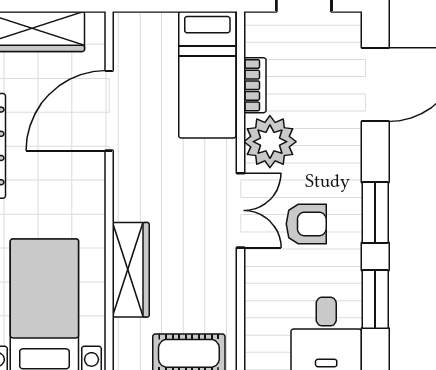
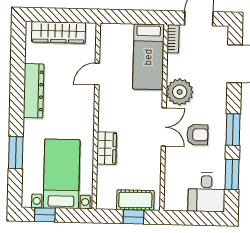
bookcase: (255, 85) -> (173, 39), moved
door: (109, 111) -> (97, 74), width x0.53
wardrobe: (131, 270) -> (107, 148), width x0.67

